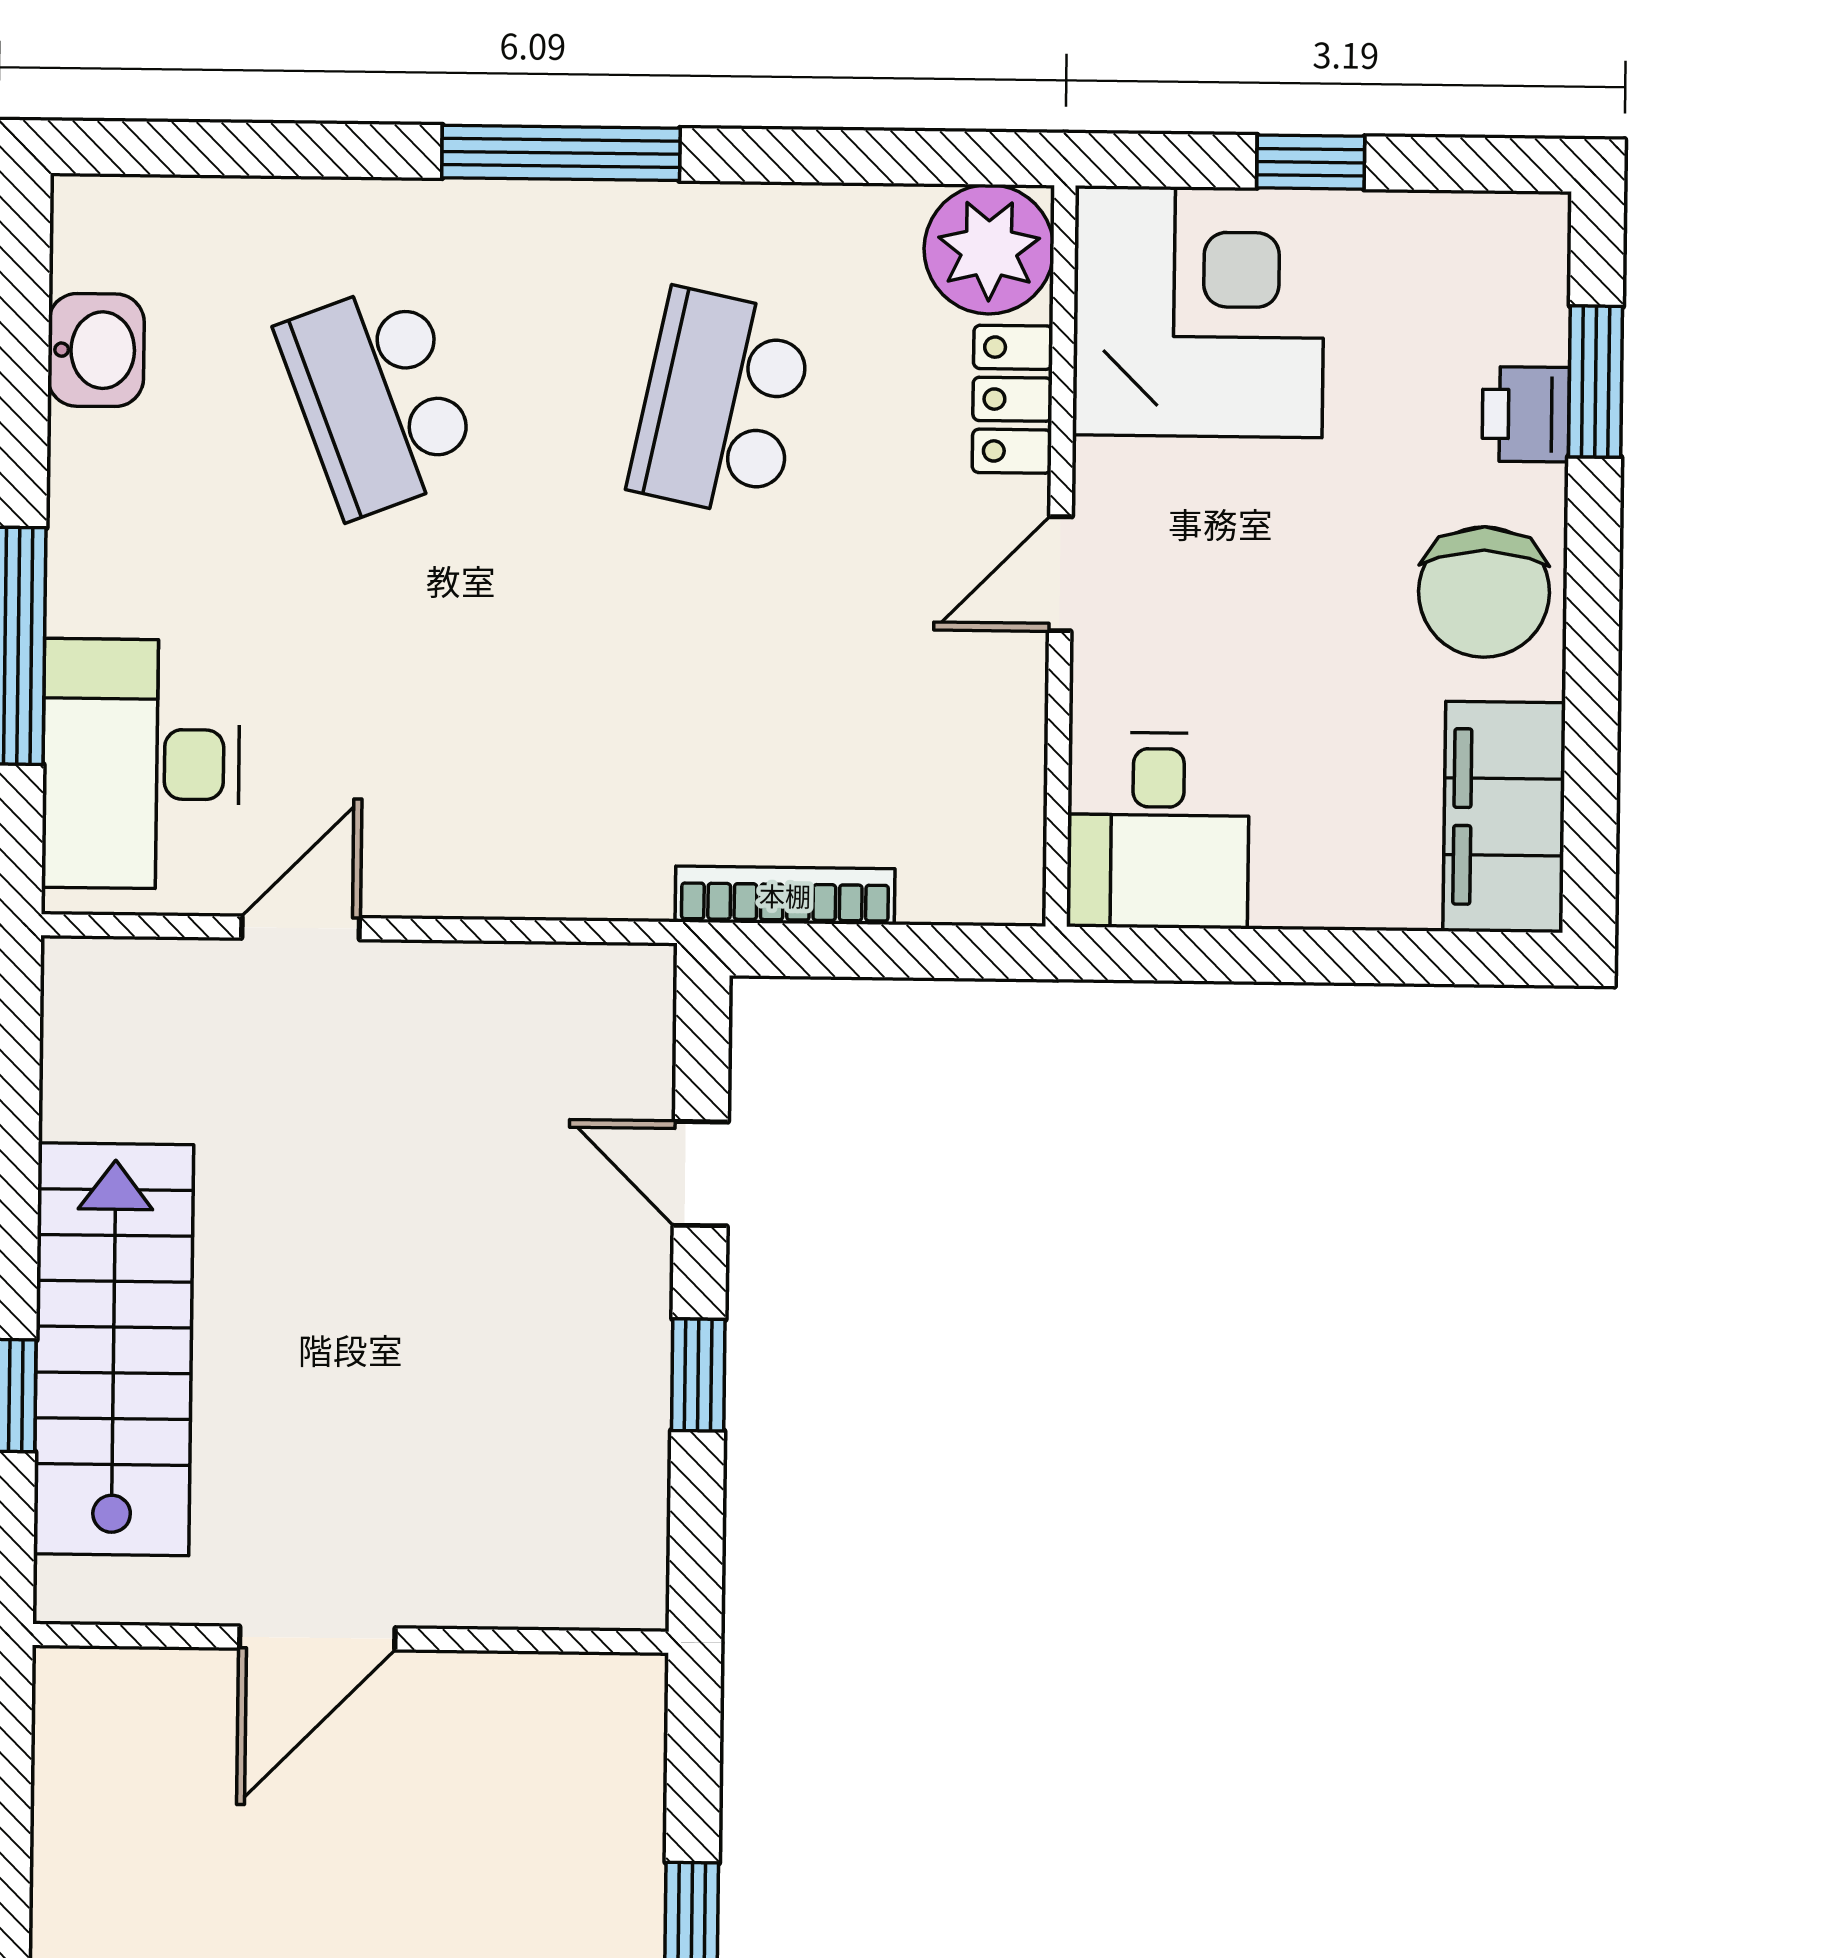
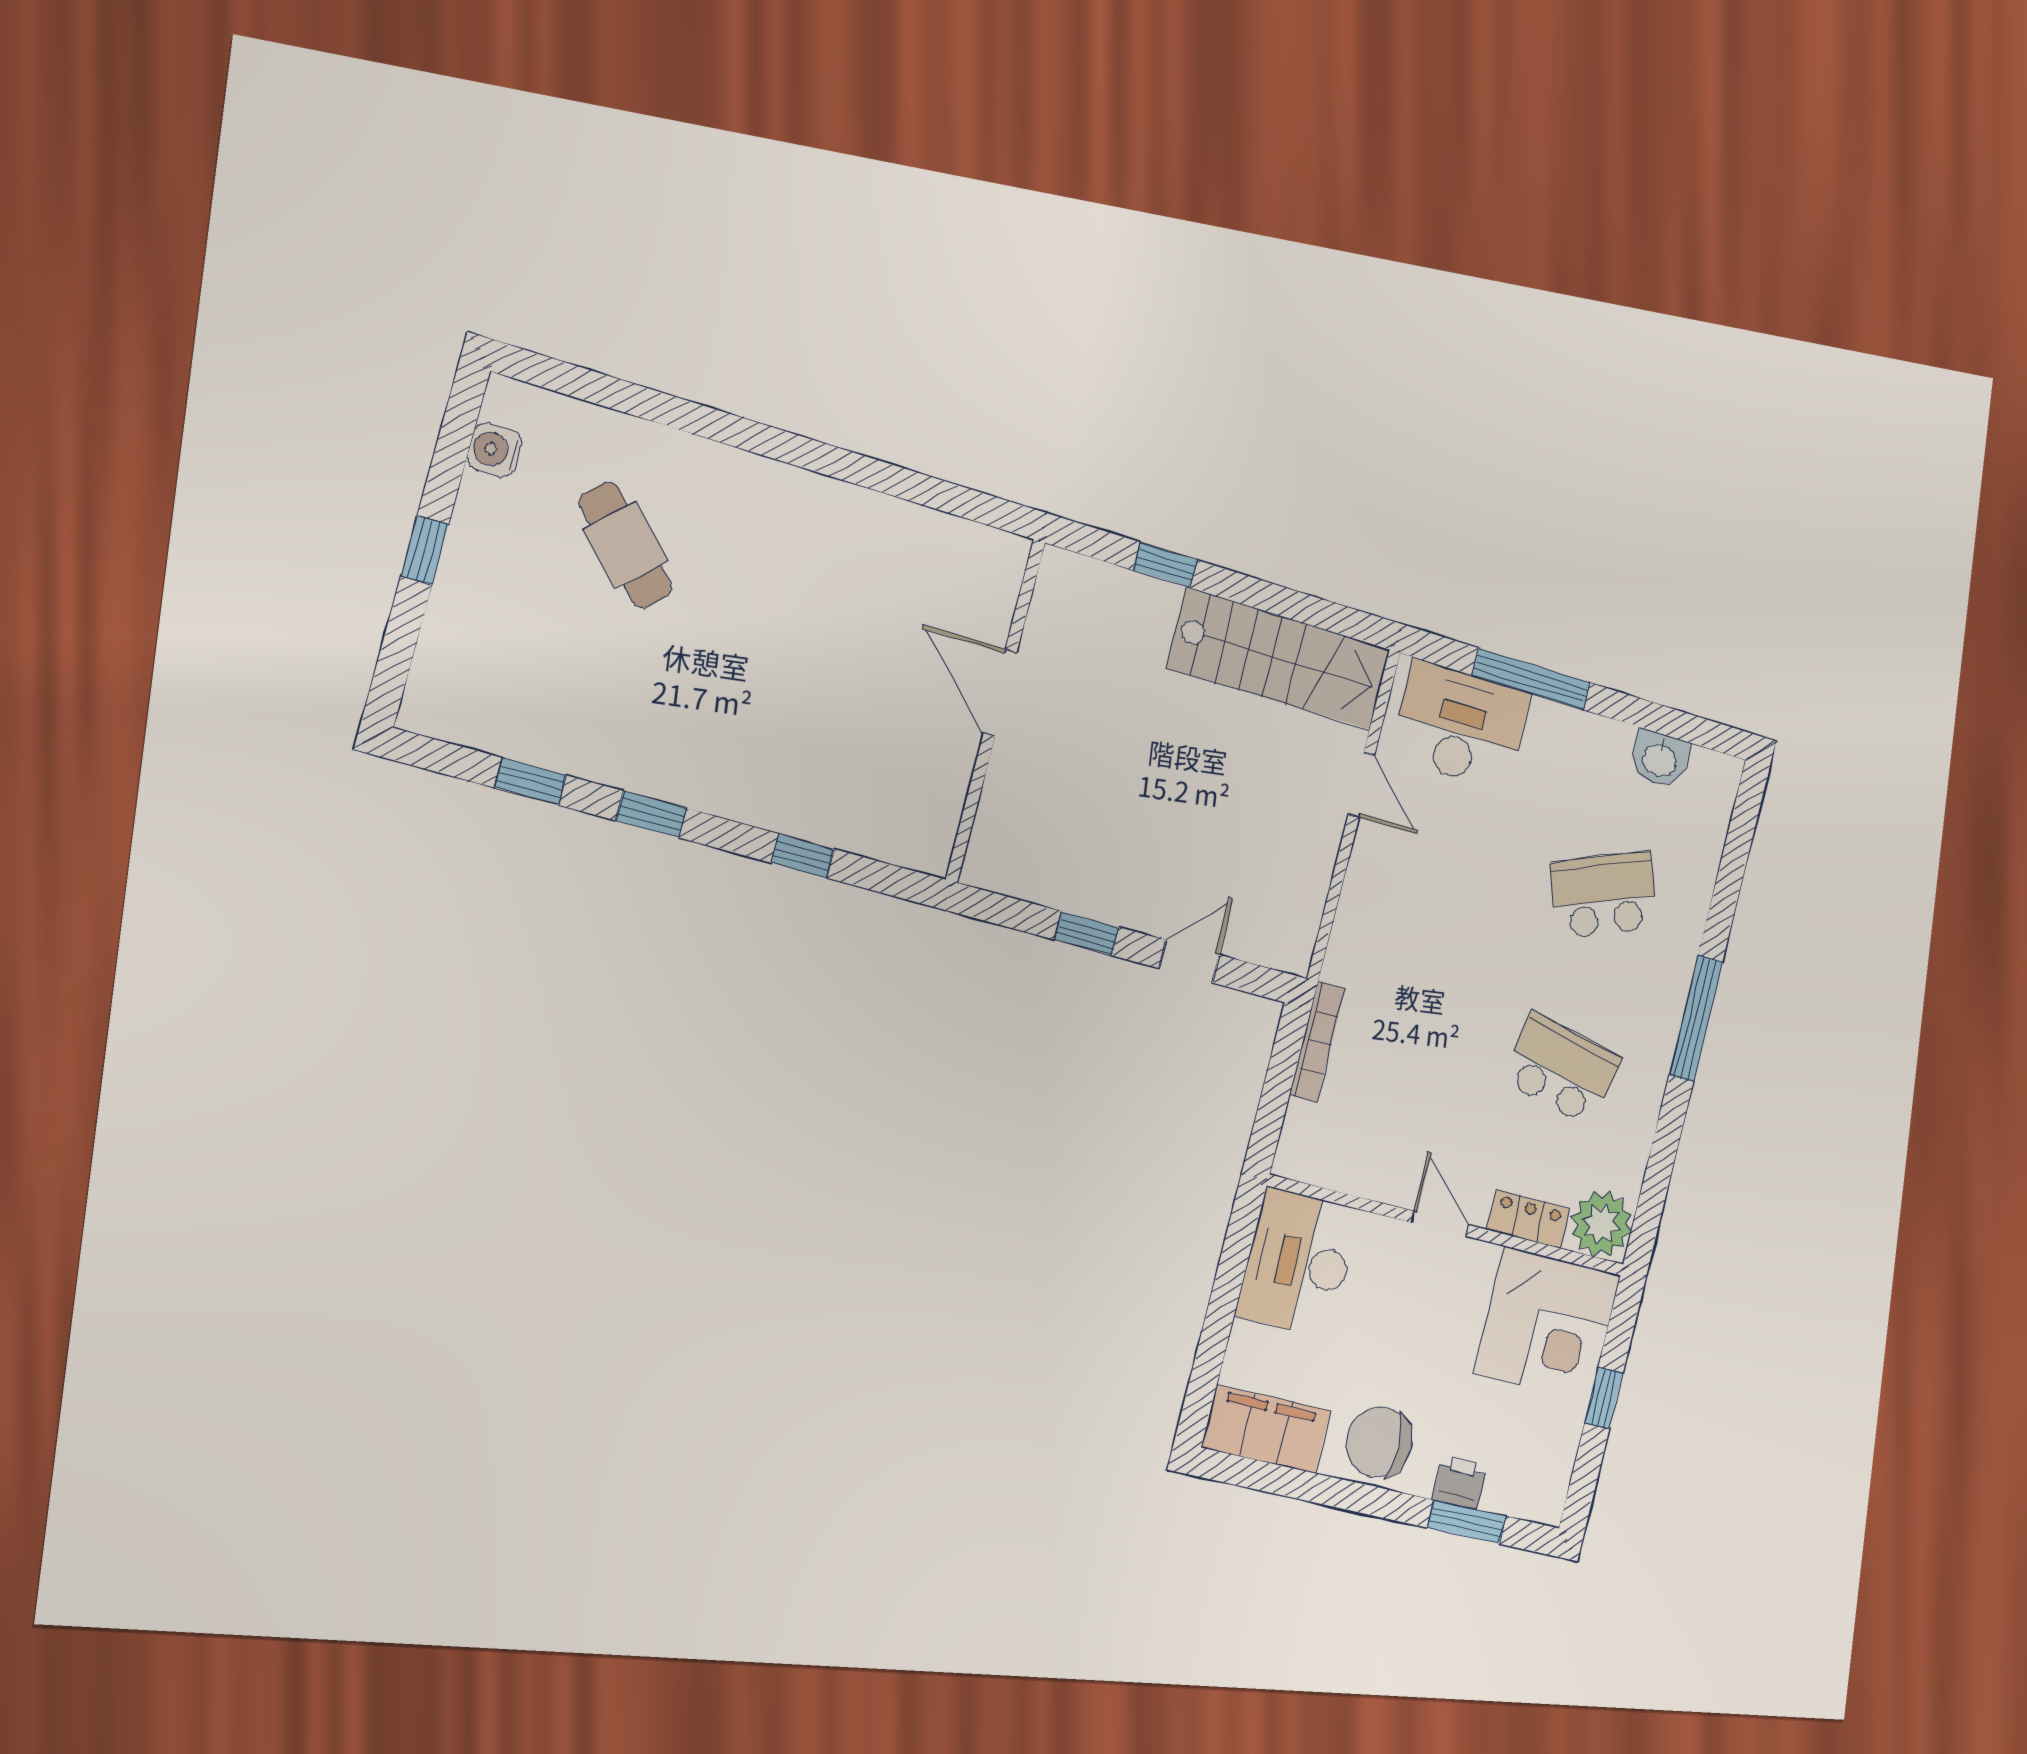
desk: (1158, 830) -> (1298, 1263), width x1.37
stairs: (114, 1349) -> (1279, 659), moved

